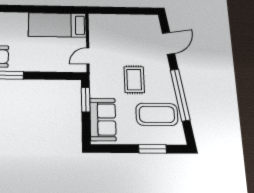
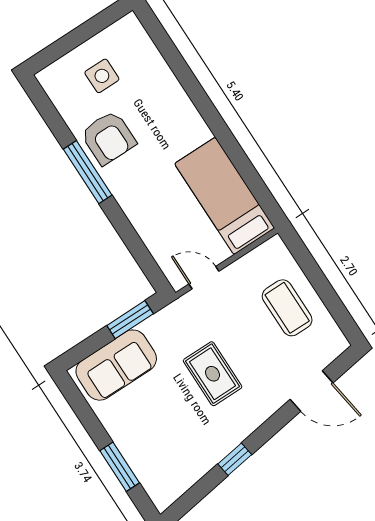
rug: (134, 80) -> (213, 374), turned 90
window: (180, 95) -> (235, 459), width x0.32
coffee table: (157, 114) -> (287, 308), moved, width x0.73, depth x0.76

